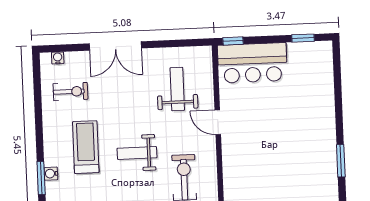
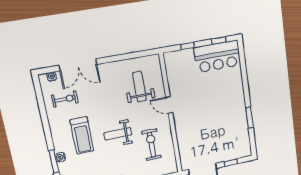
window: (233, 41) -> (188, 46), moved
double door: (115, 46) -> (78, 65), moved
bar counter: (252, 63) -> (217, 56), moved
treadmill: (86, 147) -> (82, 135), turned 180

